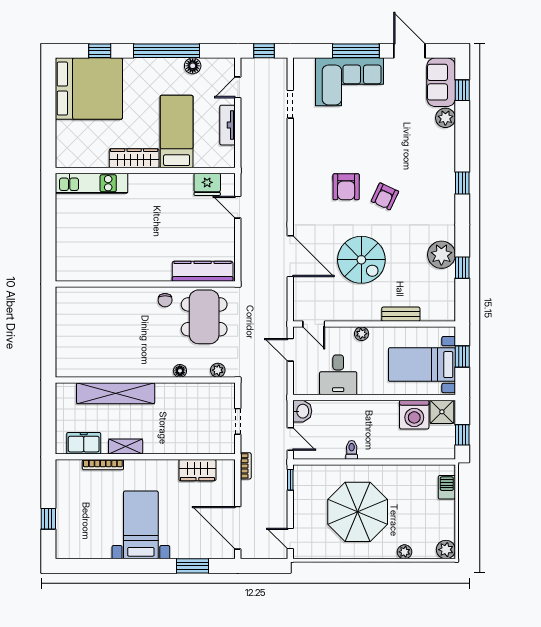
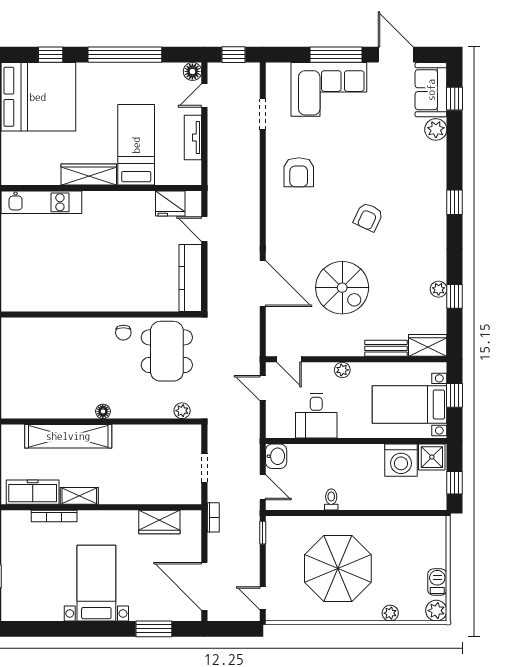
floor lamp: (193, 66) -> (192, 71), moved
armchair: (346, 187) -> (299, 172), moved
plant: (441, 255) -> (439, 289), width x0.53, depth x0.53
kitchen counter: (203, 271) -> (190, 278), moved, turned -90
wardrobe: (438, 312) -> (428, 345), added
floor lamp: (180, 371) -> (103, 411), moved
freezer: (84, 443) -> (33, 492), width x1.40
barbecue: (447, 487) -> (437, 582), moved

